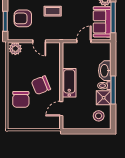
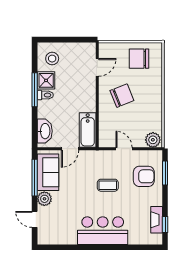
washbasin: (105, 71) -> (45, 131), moved
bathtub: (69, 83) -> (88, 130), moved
chair: (21, 99) -> (139, 59), moved, turned -90

